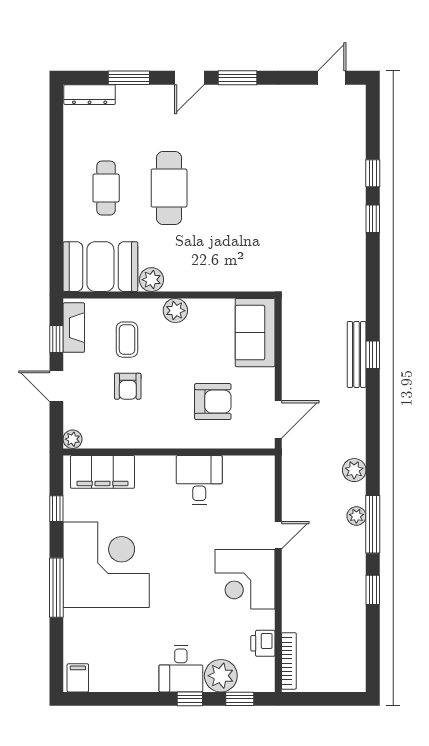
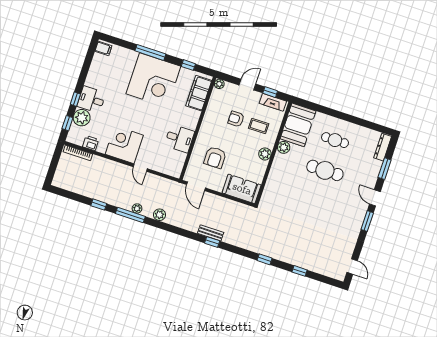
window: (373, 219) -> (265, 259), moved
bench: (357, 354) -> (211, 233), width x0.73

